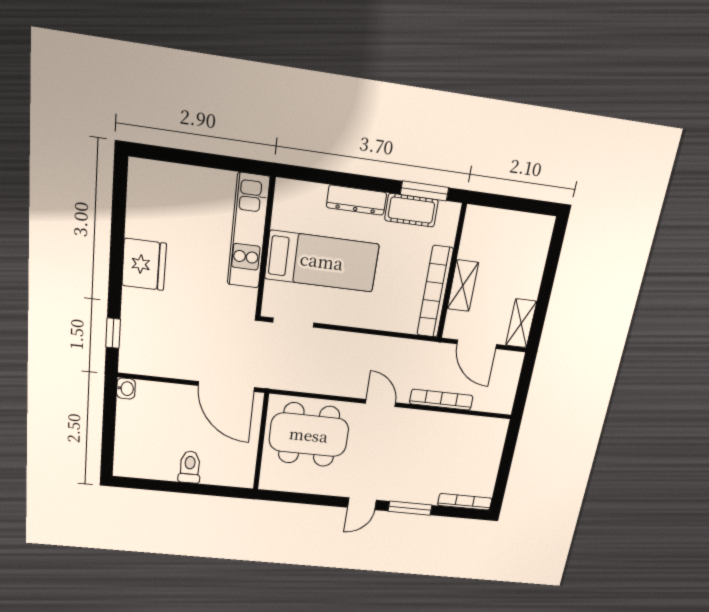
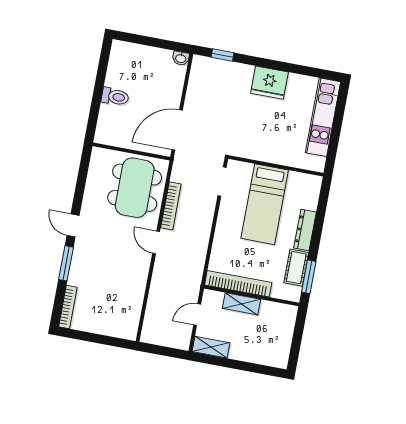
kitchen unit: (248, 231) -> (323, 117), moved, turned -90
door: (477, 344) -> (197, 315), width x0.73
bookcase: (441, 400) -> (171, 206), moved
door: (381, 403) -> (156, 242), swing flipped

